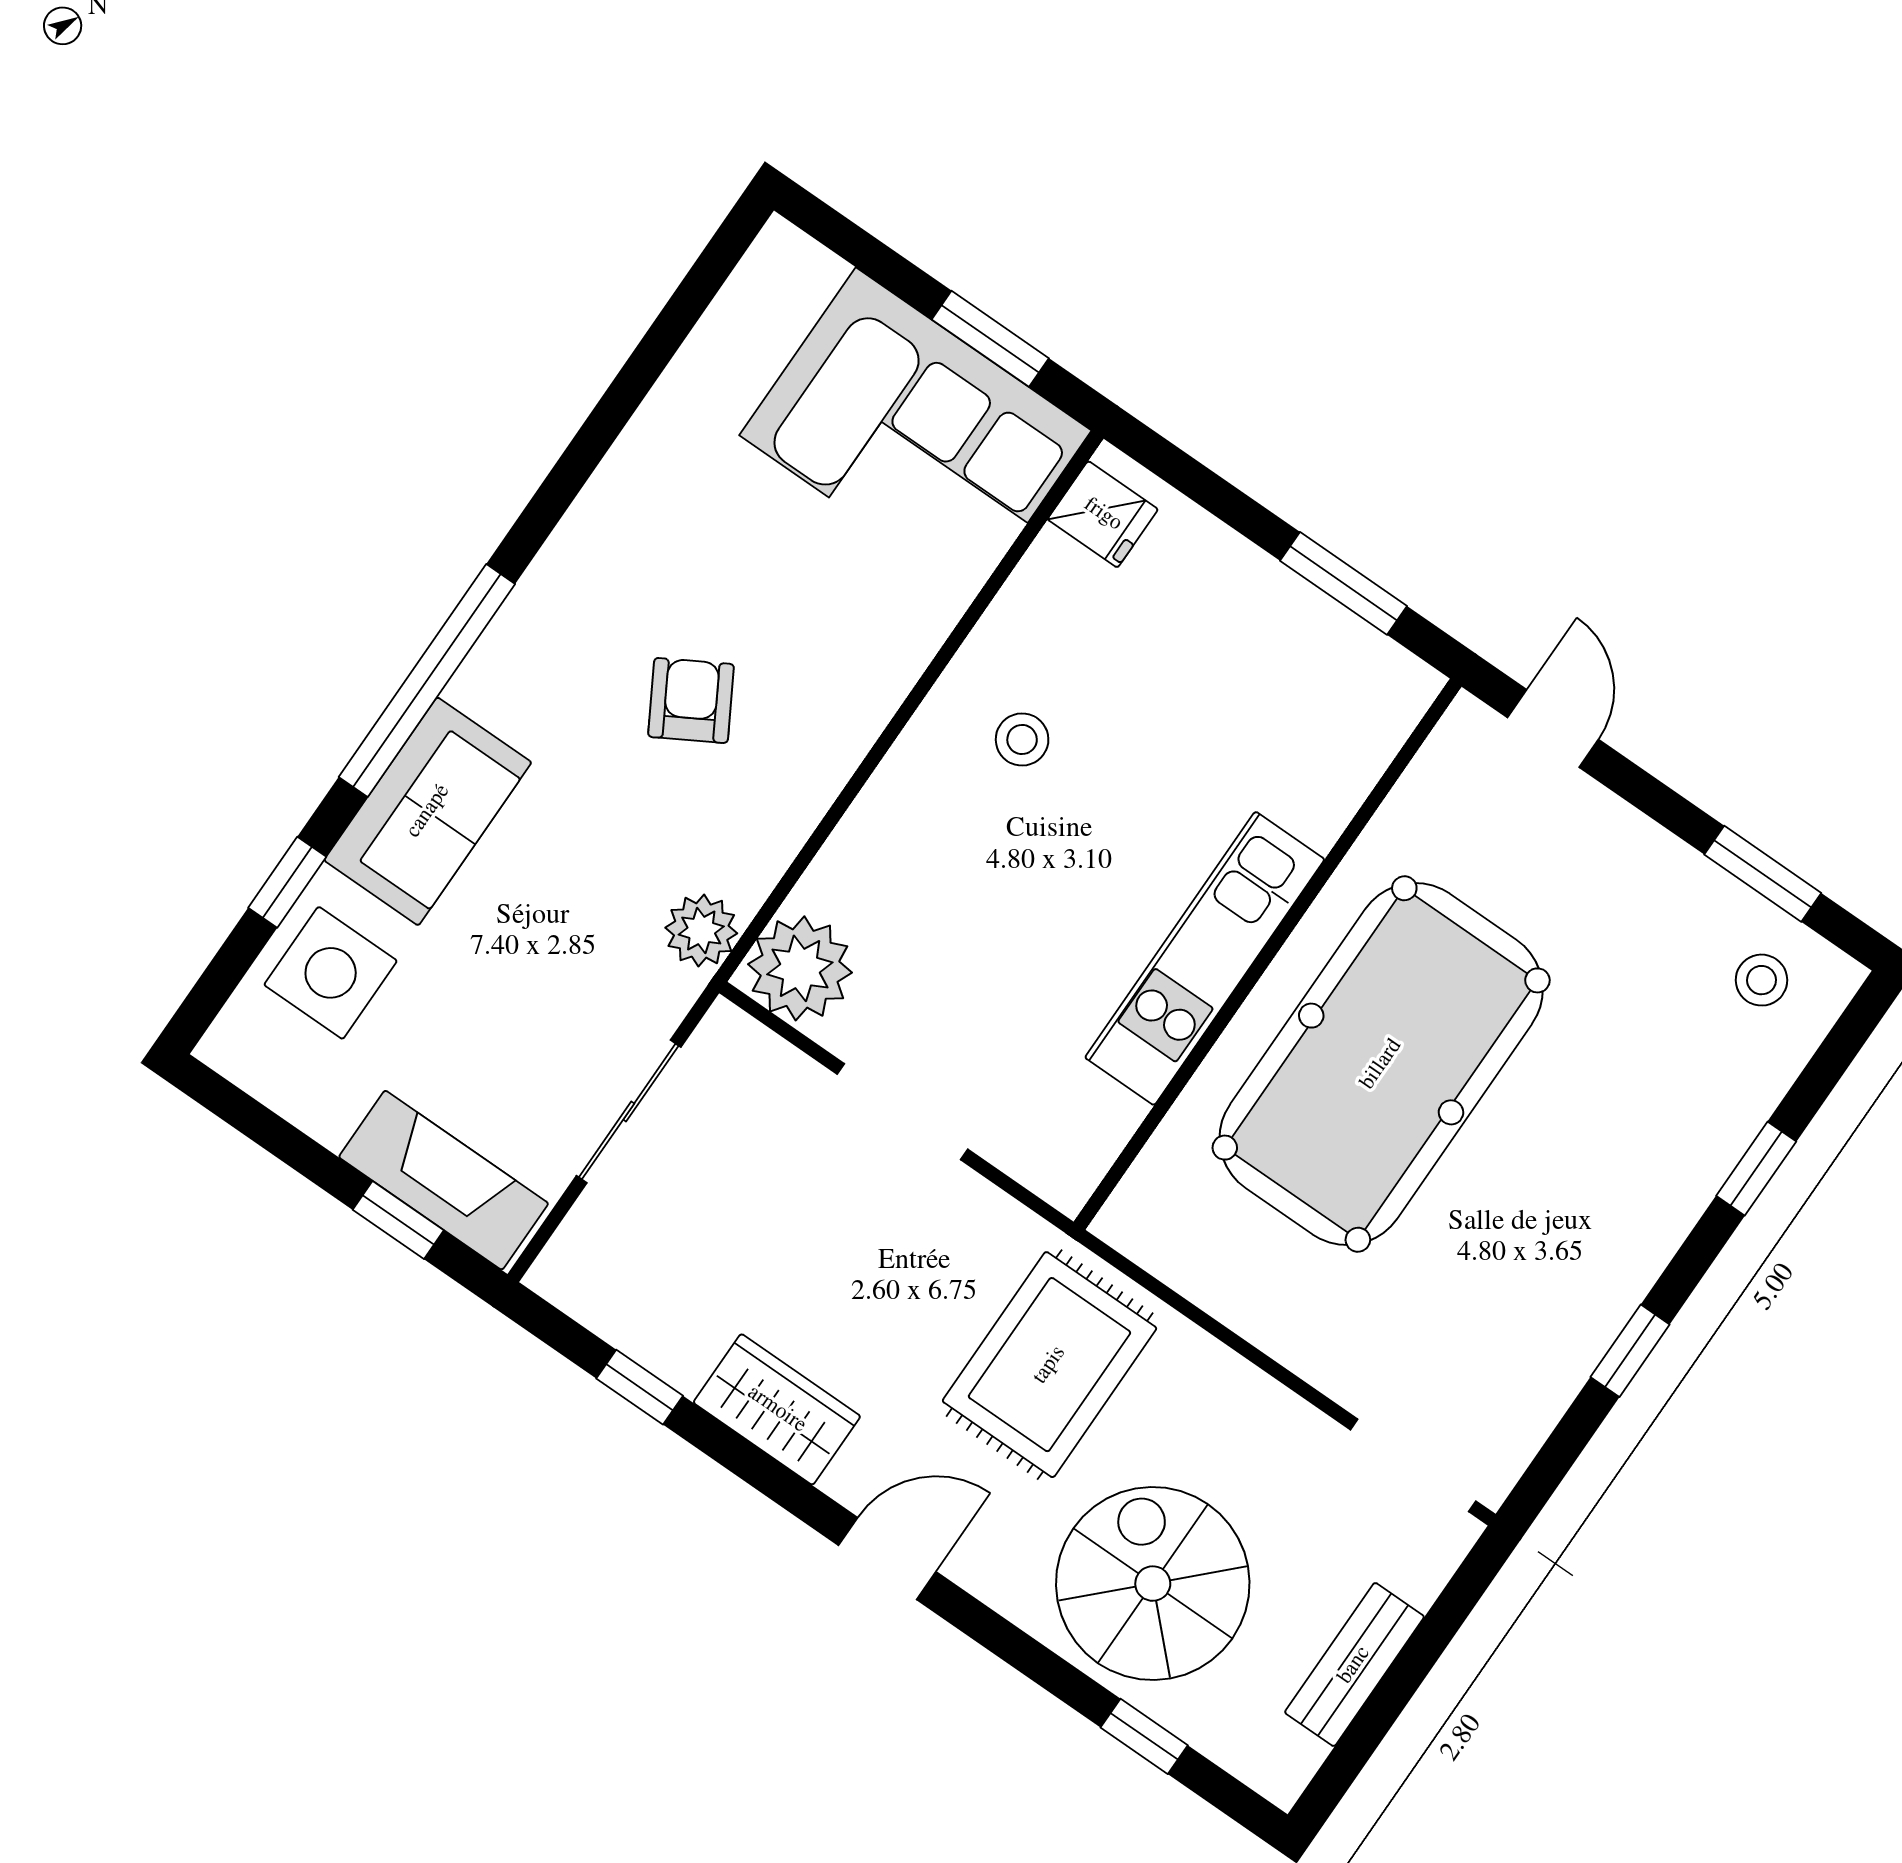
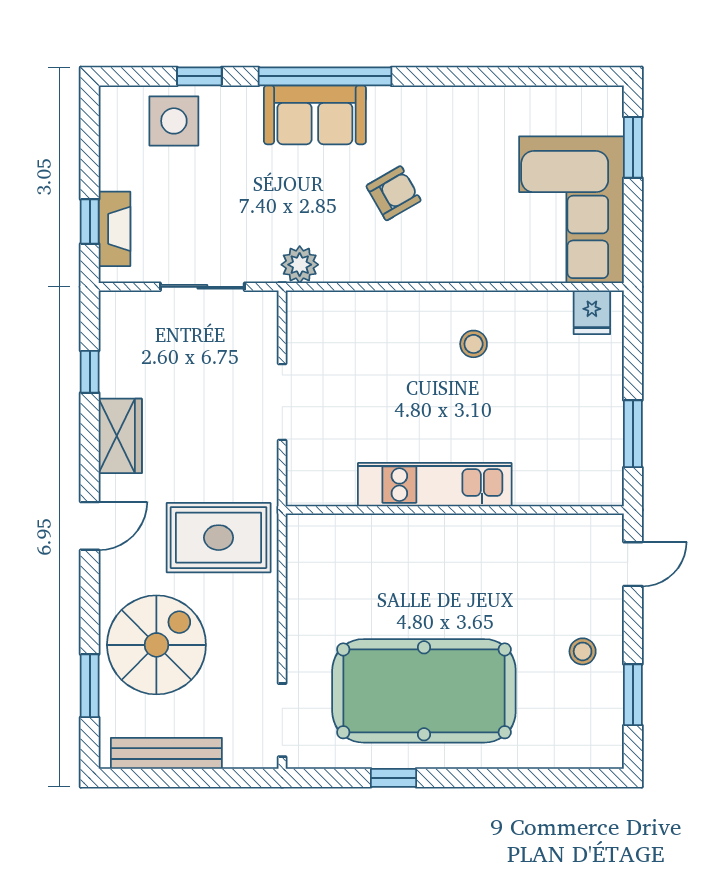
window: (990, 339) -> (633, 147), moved
sofa: (428, 811) -> (315, 115), moved
plant: (800, 968) -> (313, 317), removed
stool: (1762, 980) -> (583, 651), moved
pool table: (1381, 1064) -> (424, 691), moved
window: (1756, 1169) -> (507, 778), removed
fireplace: (444, 1180) -> (115, 229), width x0.73, depth x0.76
door: (887, 1559) -> (90, 526), hinge flipped
bench: (1354, 1665) -> (166, 753), width x1.36
window: (1144, 1736) -> (90, 686), width x1.50

